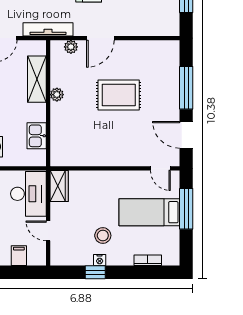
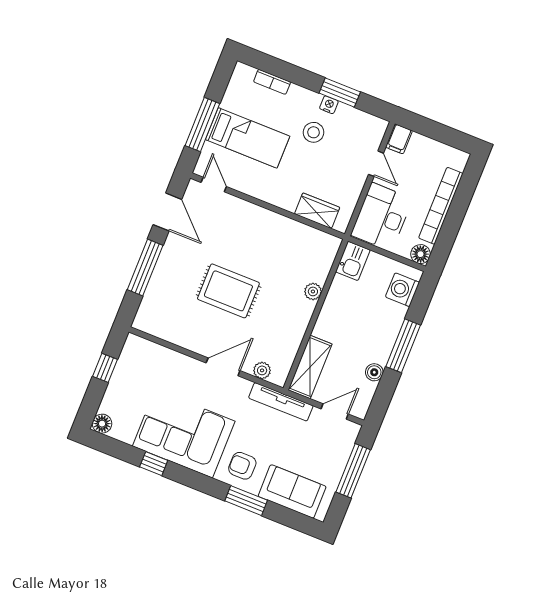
shelving: (37, 79) -> (310, 367), moved
plant: (57, 95) -> (313, 291), moved
kitchen sink: (37, 136) -> (353, 261), moved
wardrobe: (59, 186) -> (317, 211), moved, turned 90
filing cabinet: (19, 256) -> (399, 139), moved
window: (95, 272) -> (340, 93), width x1.50

